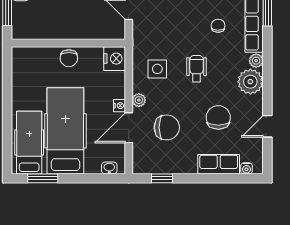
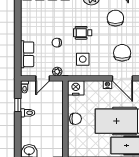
chair: (218, 26) -> (57, 43), moved
plant: (139, 100) -> (57, 72), moved
chair: (218, 117) -> (115, 18), turned 90

